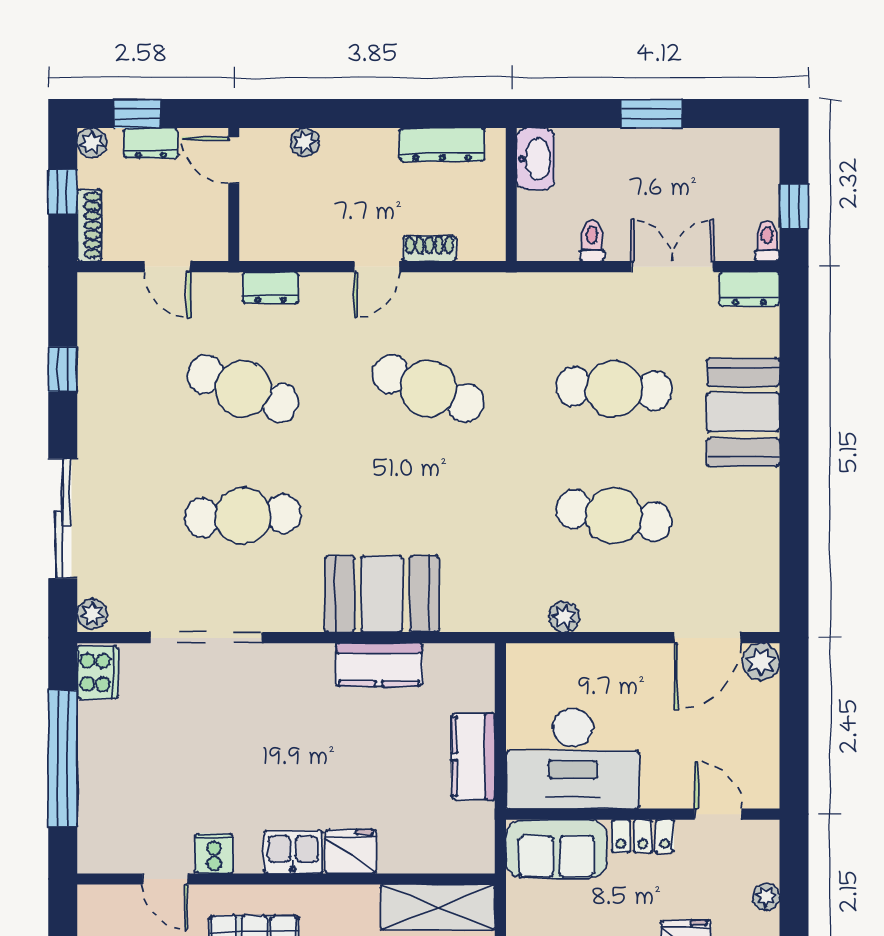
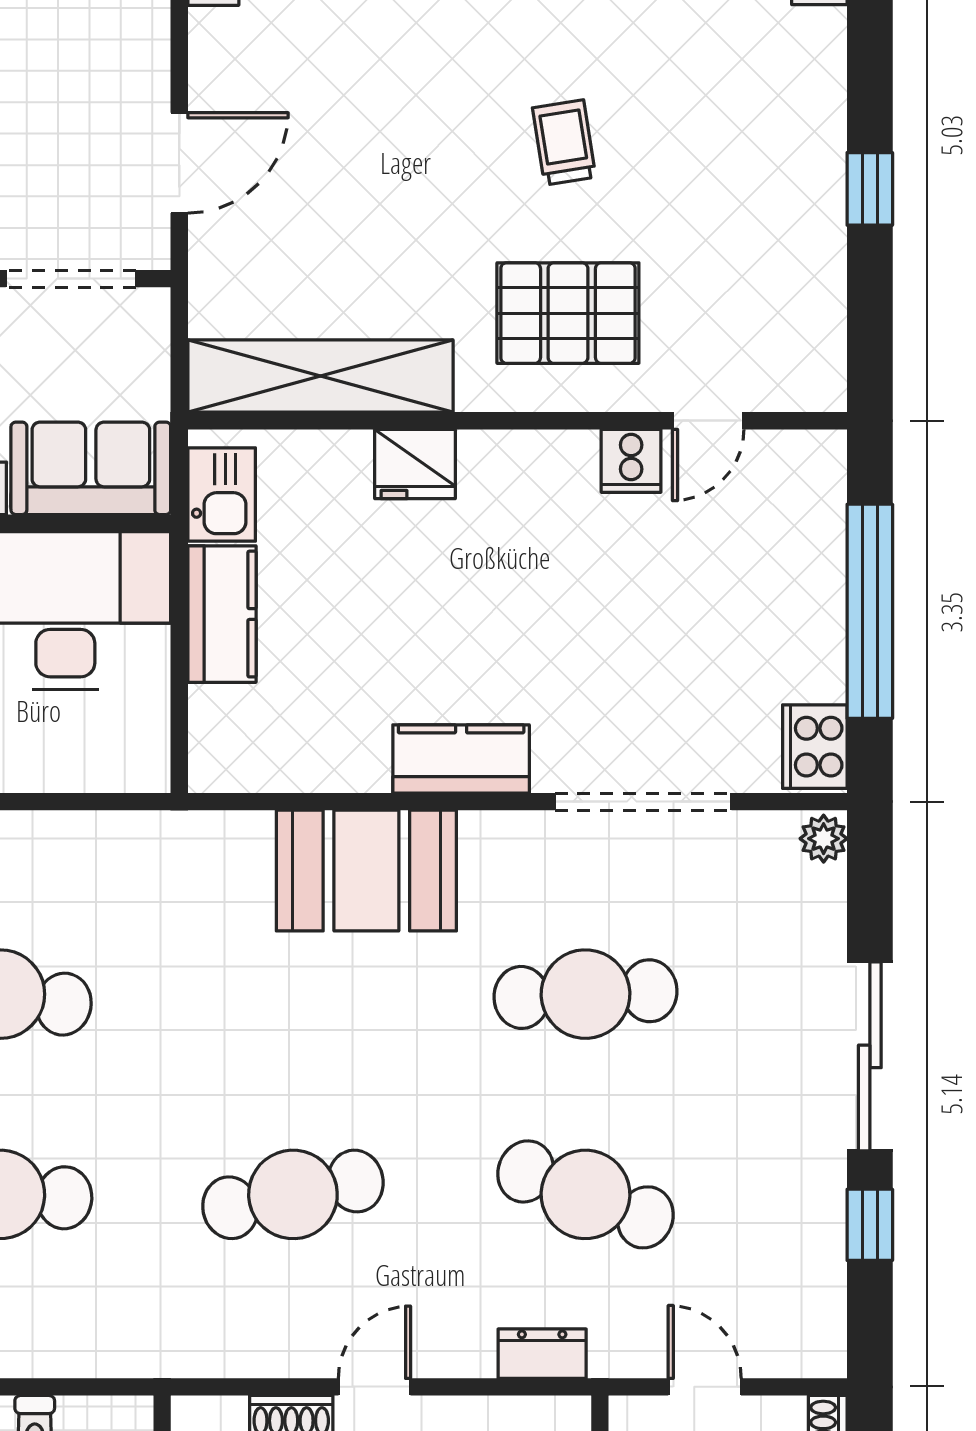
cafe table: (428, 389) -> (293, 1194), turned -33
sliding door: (63, 518) -> (870, 1056), moved
plant: (564, 617) -> (78, 834), removed
kitchen counter: (379, 665) -> (461, 759), moved
kitchen sink: (293, 852) -> (222, 495), moved, turned -90
door: (165, 879) -> (708, 421), swing flipped
shelving: (438, 907) -> (320, 376), width x1.47

